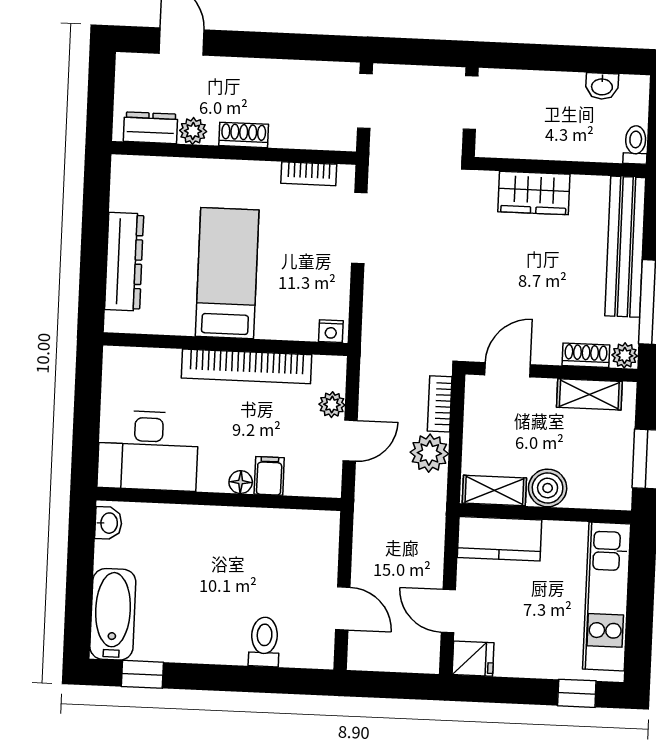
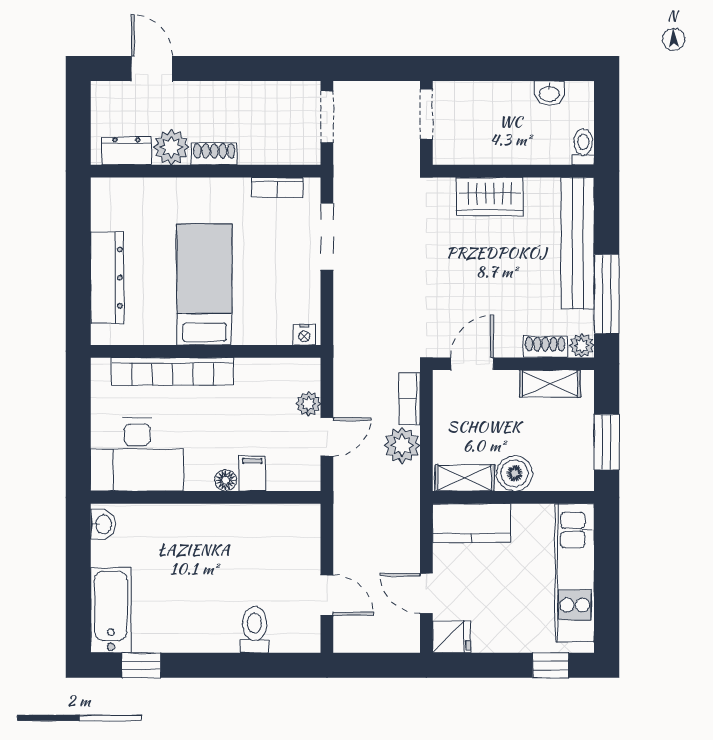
plant: (193, 131) -> (171, 147), width x1.38, depth x1.38
bookcase: (247, 366) -> (172, 371), moved

